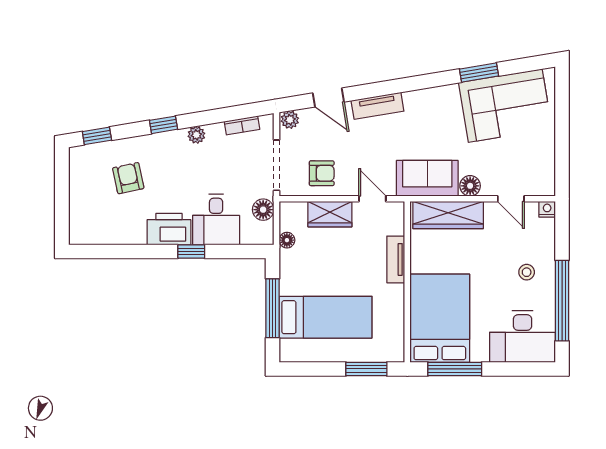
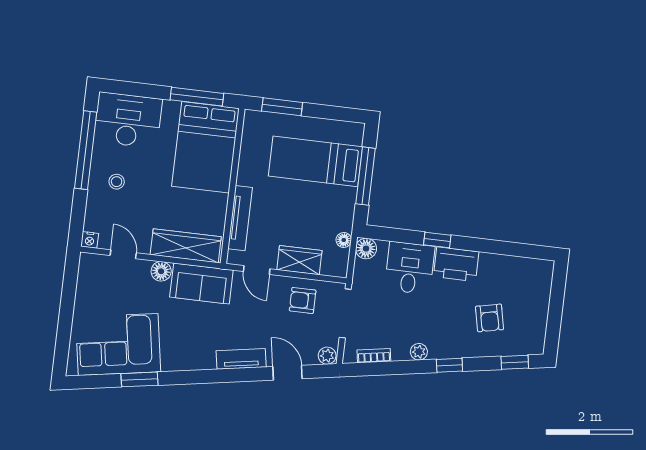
floor lamp: (263, 210) -> (366, 249), moved
tv unit: (396, 259) -> (240, 218), width x1.41

